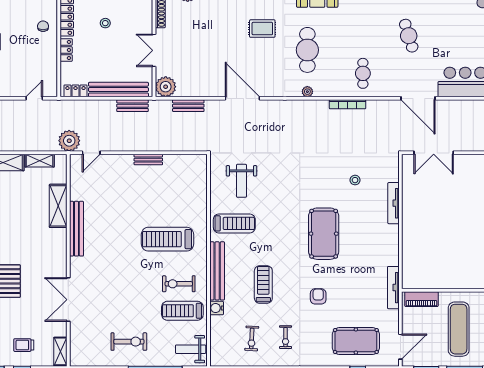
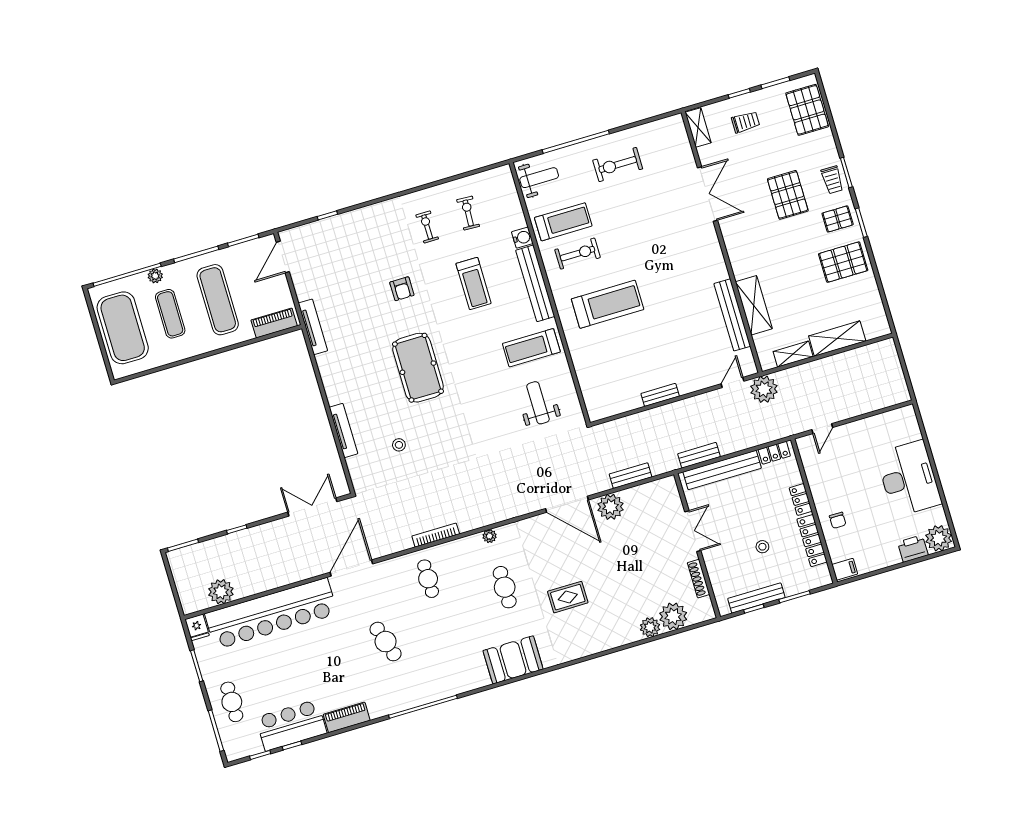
cafe table: (307, 50) -> (505, 587), width x0.73, depth x0.74
plant: (166, 87) -> (611, 507), moved
door: (418, 98) -> (351, 568), hinge flipped
bench: (76, 229) -> (732, 315), moved
pool table: (356, 341) -> (339, 248), removed

